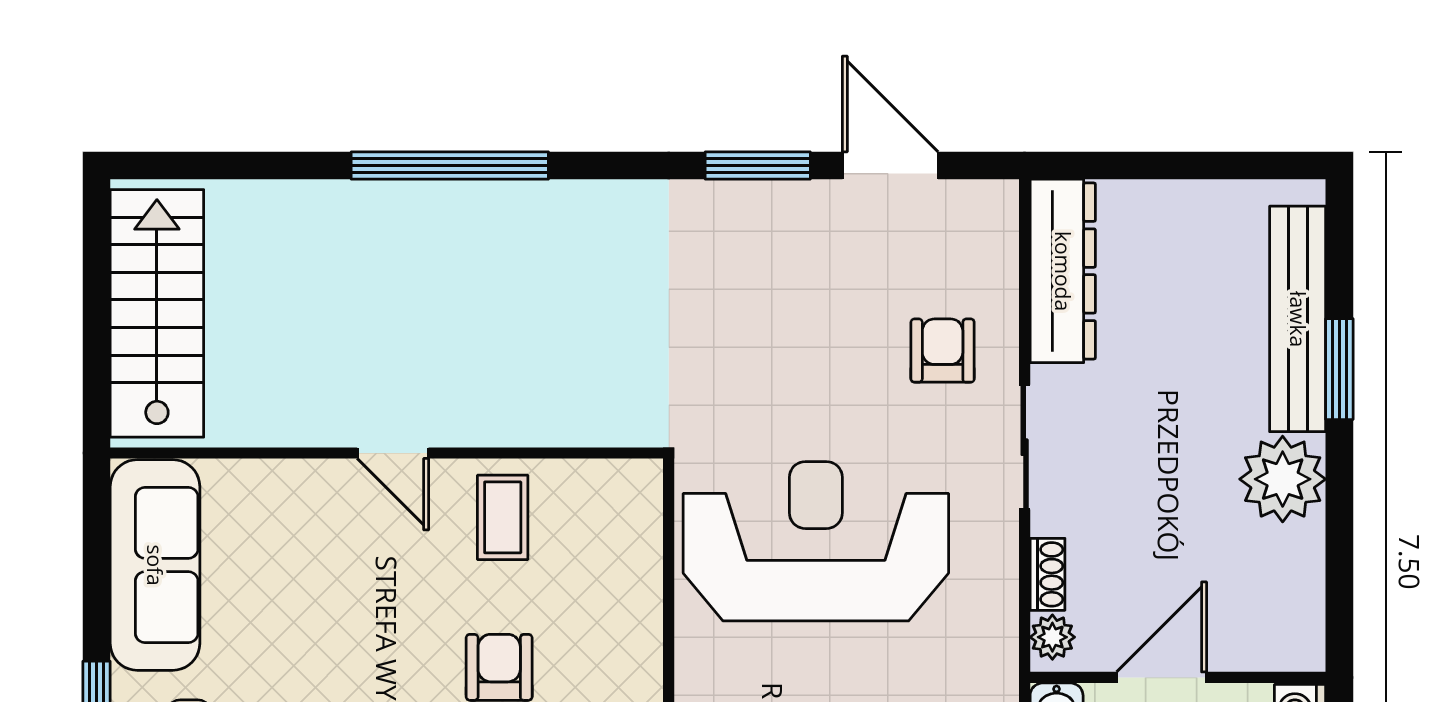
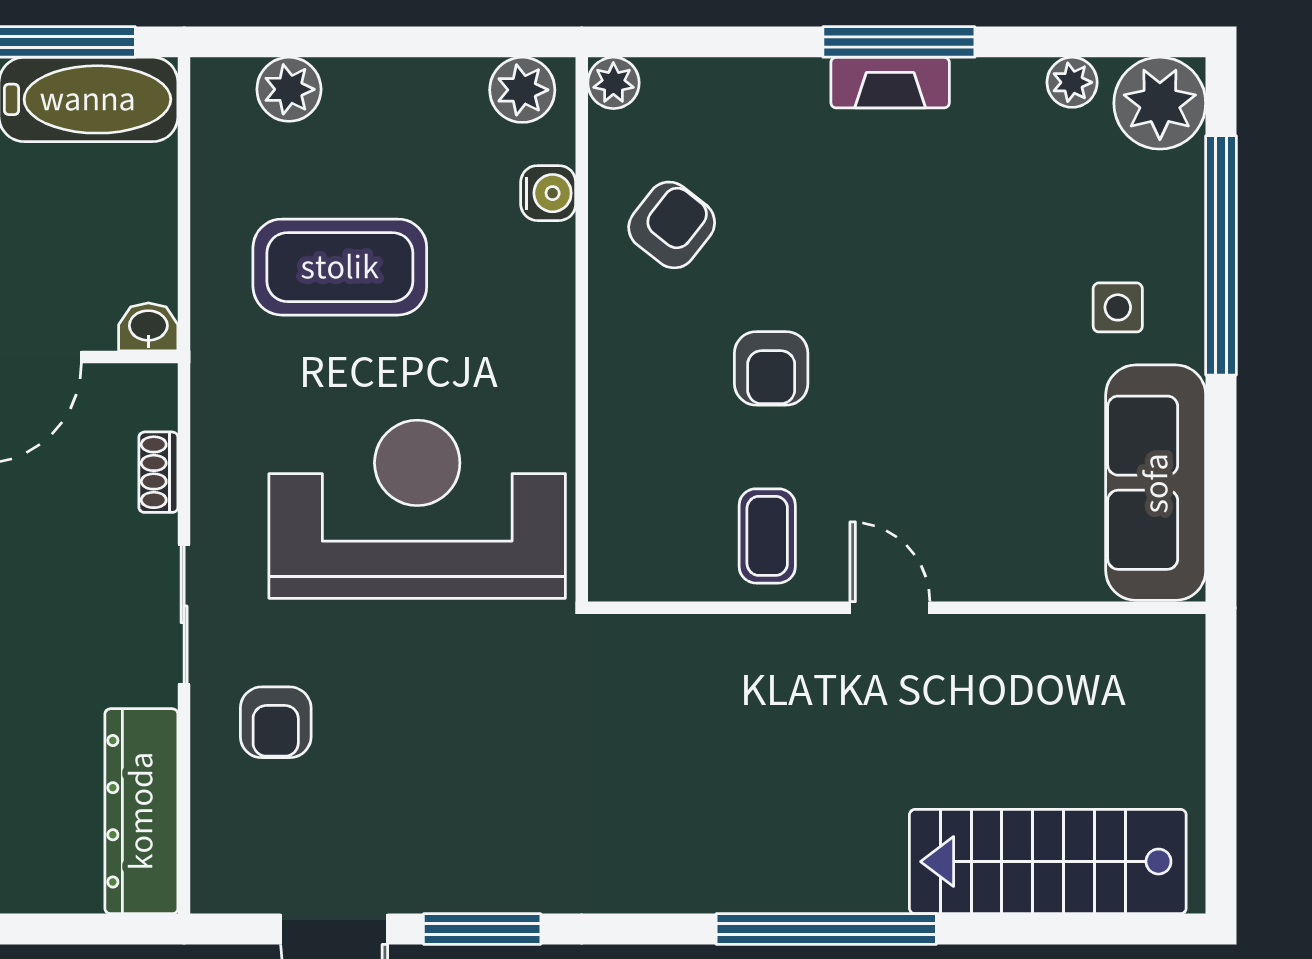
stairs: (157, 313) -> (1048, 862), moved, turned 90
reception desk: (816, 541) -> (417, 509), turned 180
plant: (1052, 637) -> (153, 402), removed

